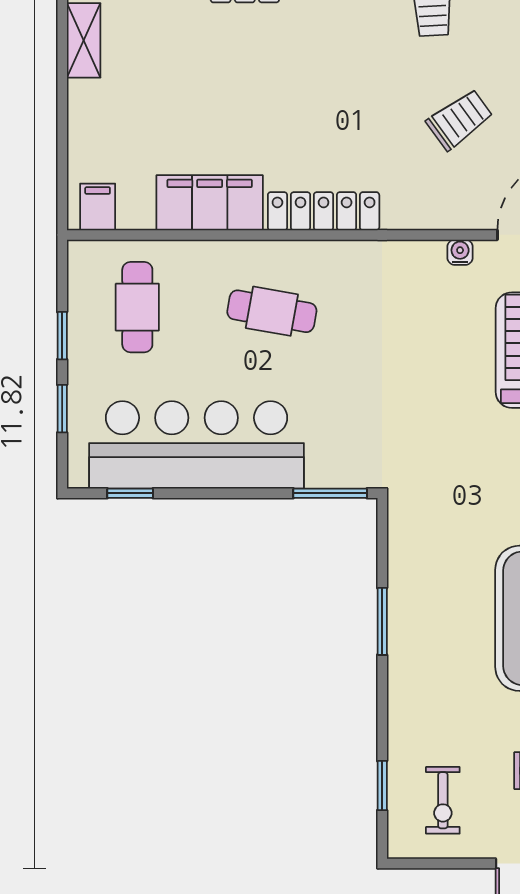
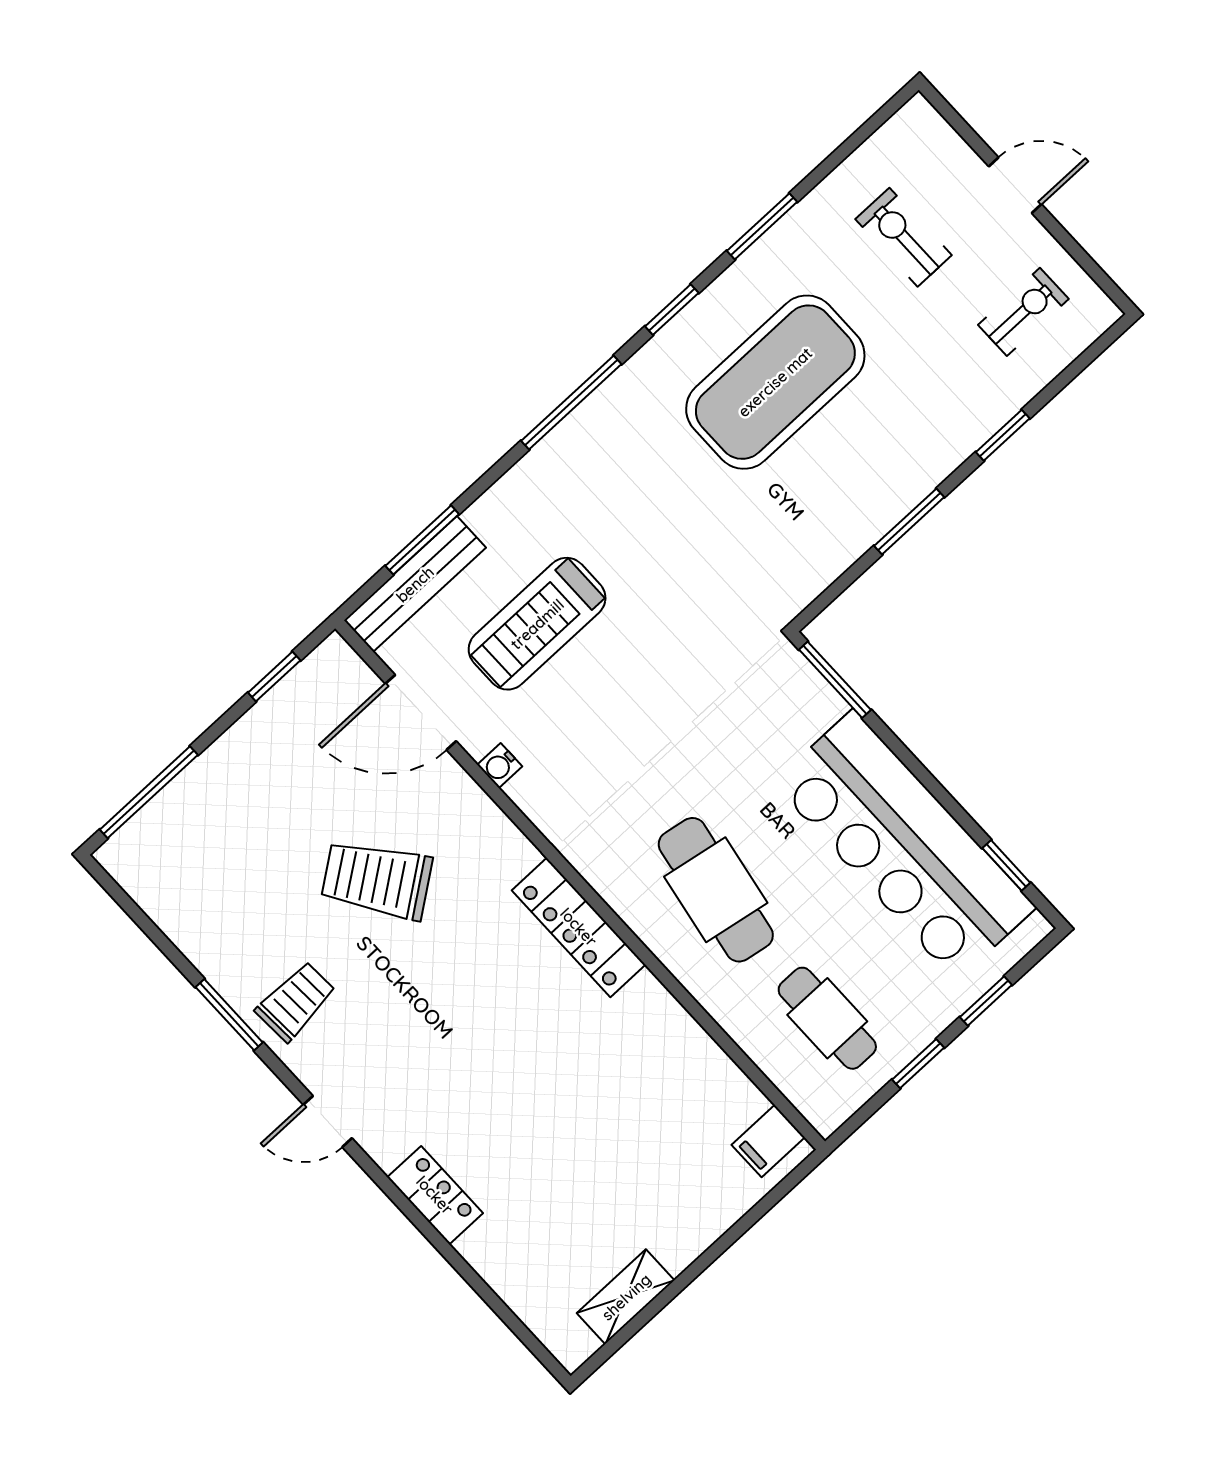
trolley: (460, 119) -> (377, 880), width x1.36, depth x1.39
filing cabinet: (210, 203) -> (668, 1041), removed
cafe table: (137, 307) -> (827, 1018), turned 90
cafe table: (272, 311) -> (716, 890), width x1.37, depth x1.35
window: (382, 786) -> (1003, 435), moved

